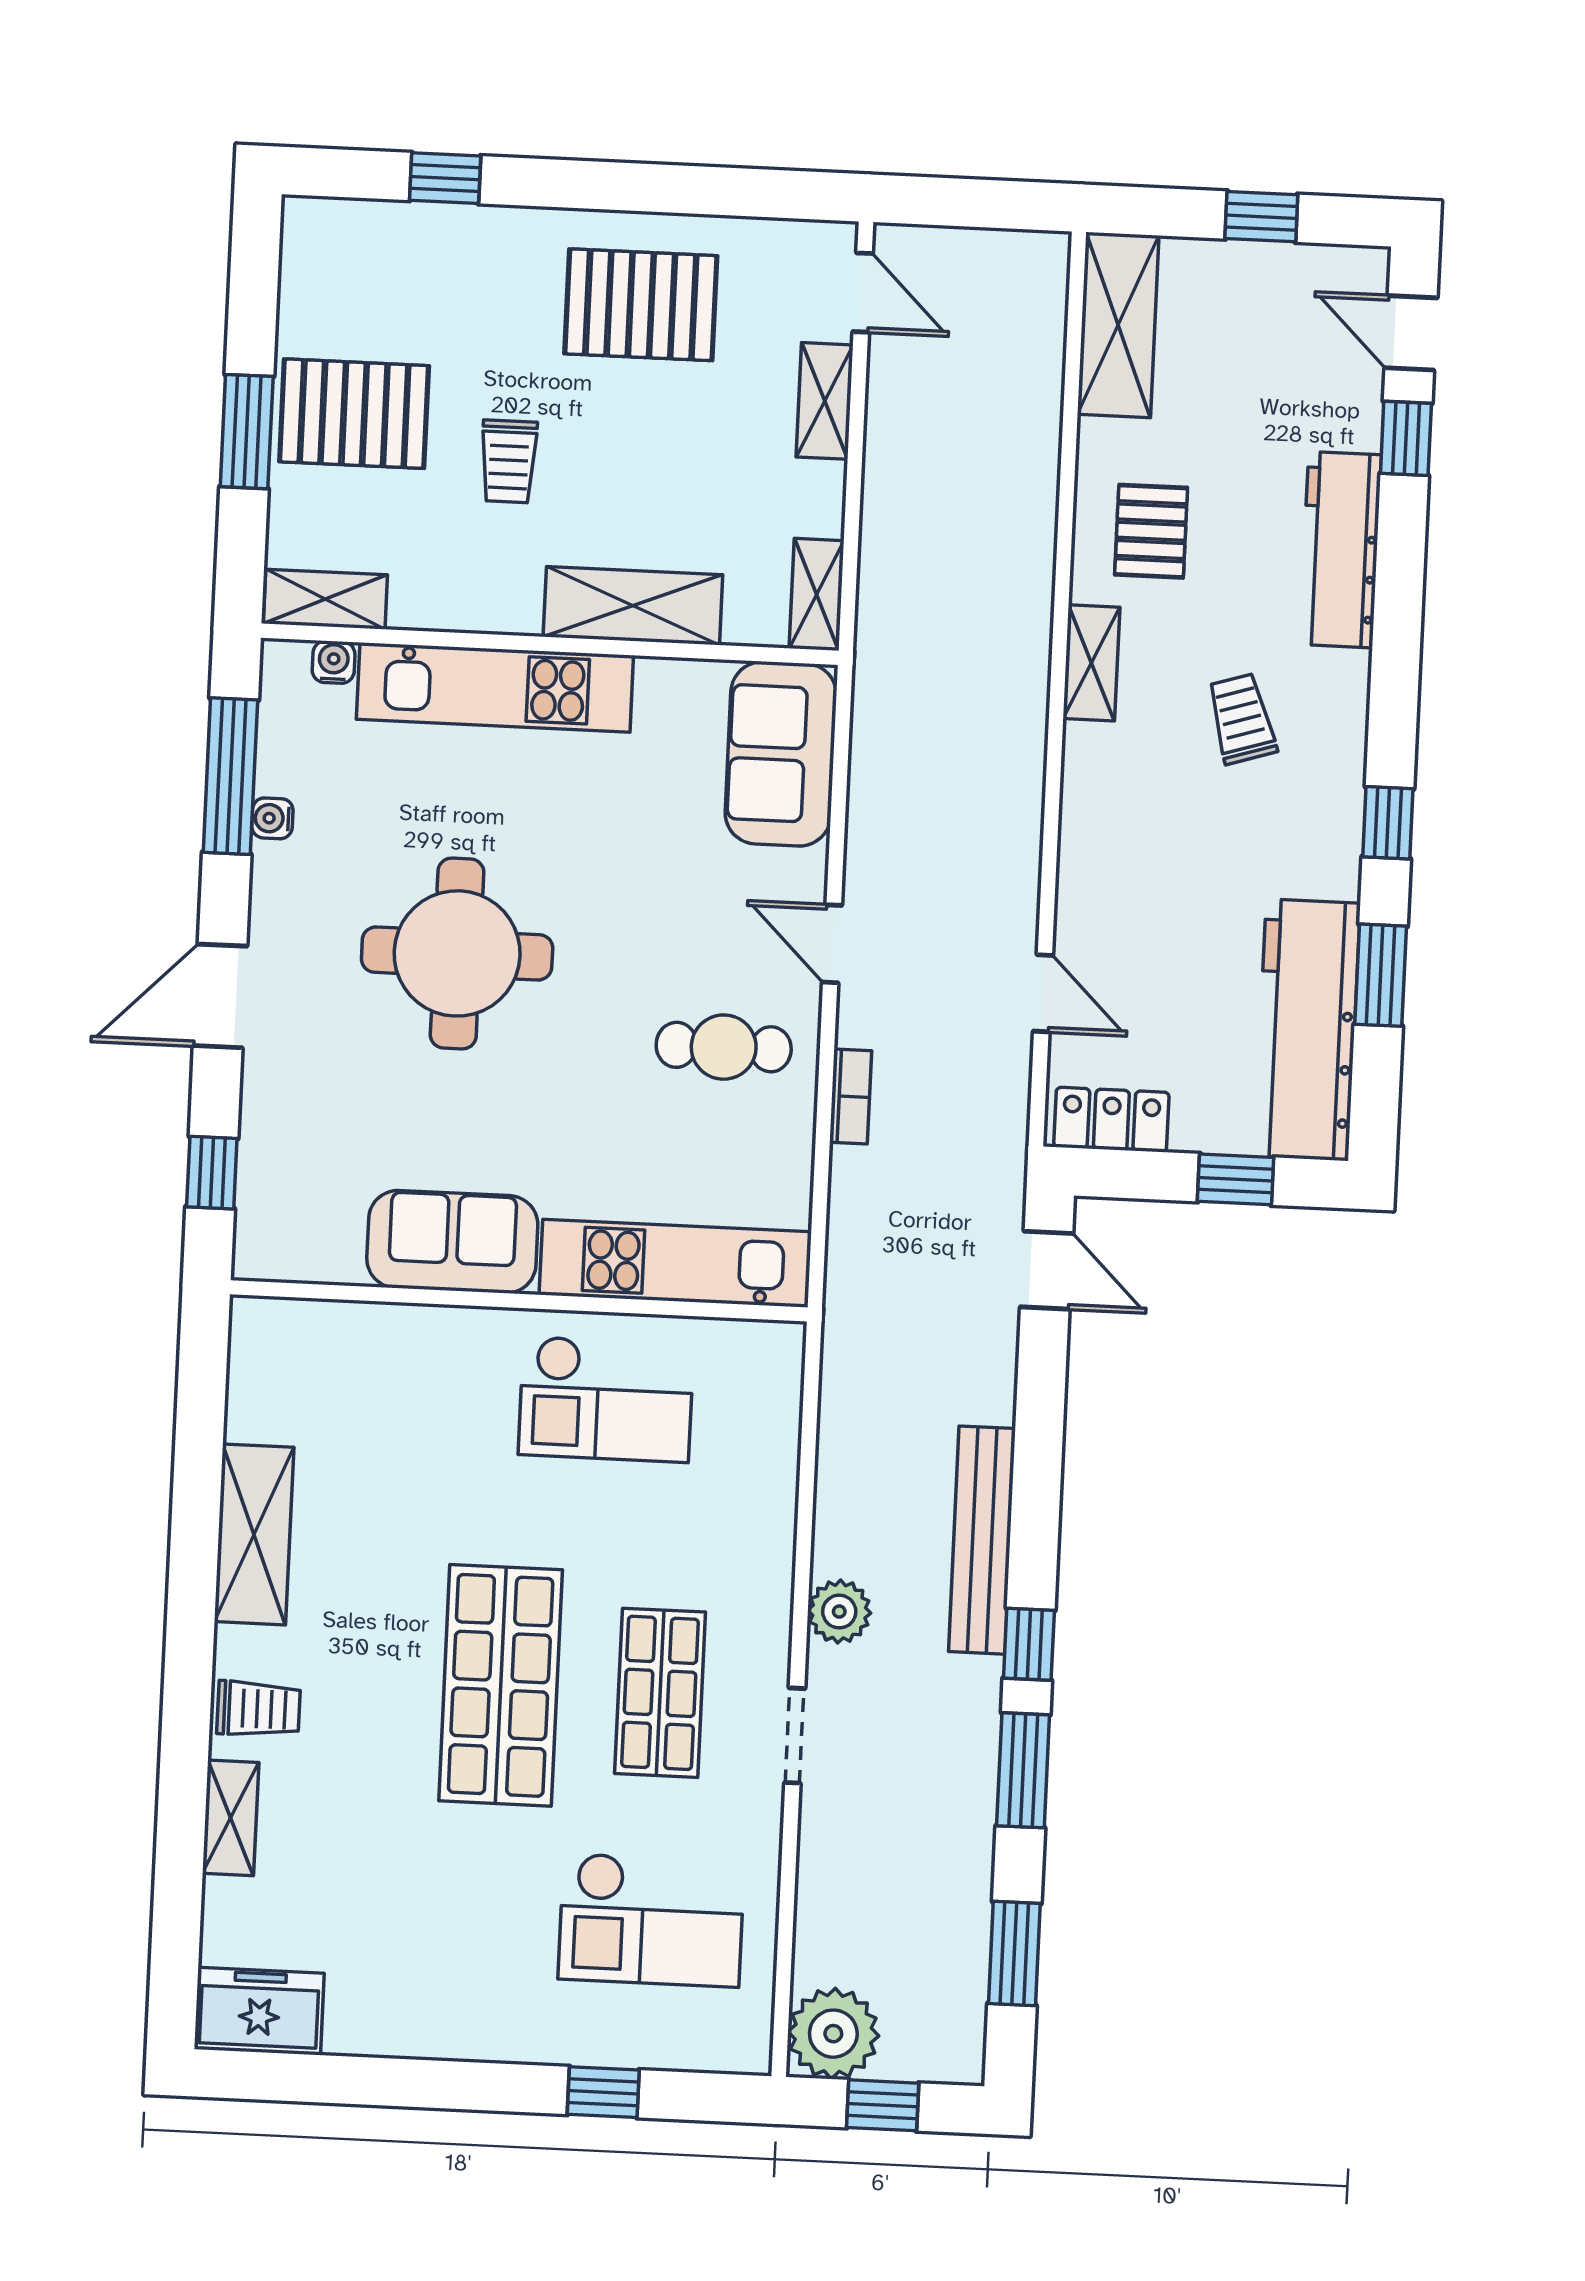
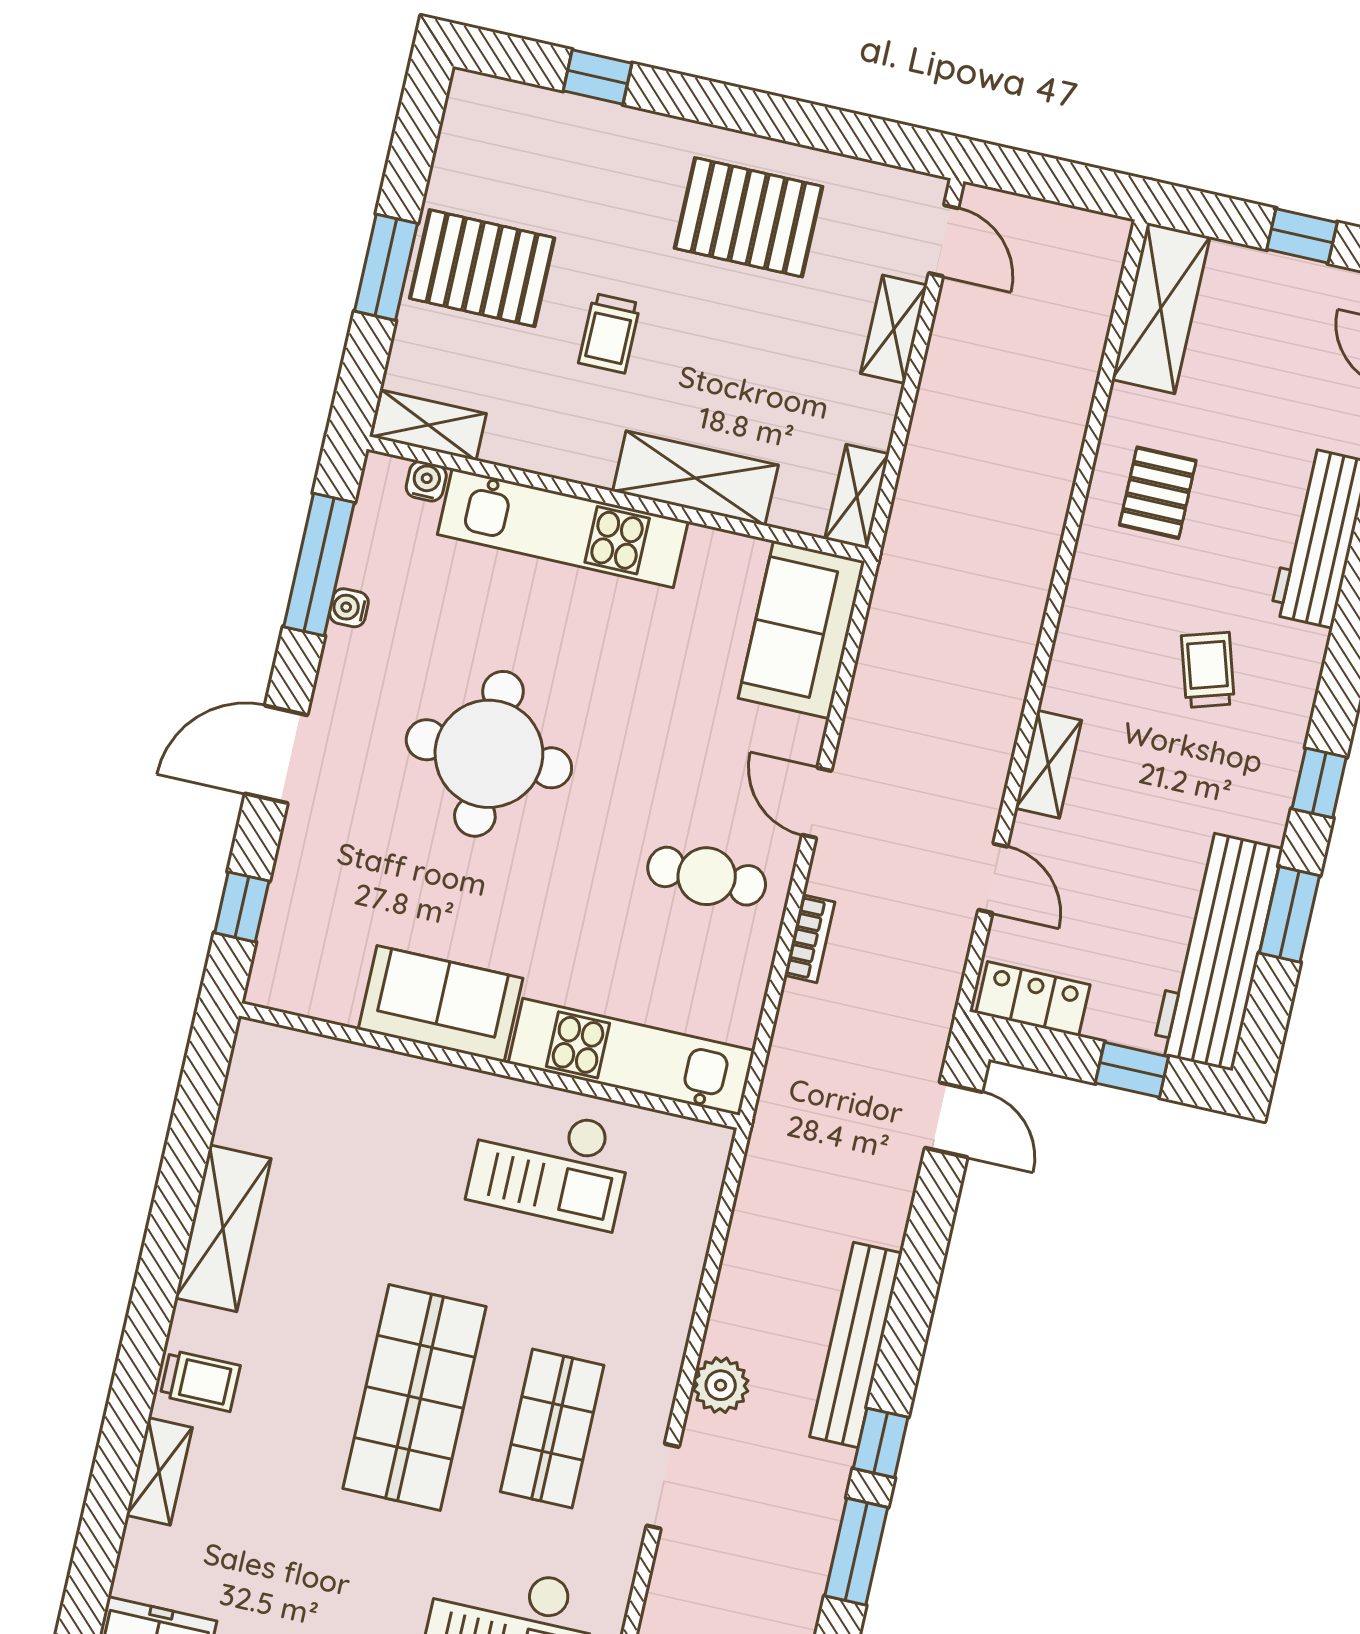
shelving: (1091, 663) -> (1048, 764), moved

